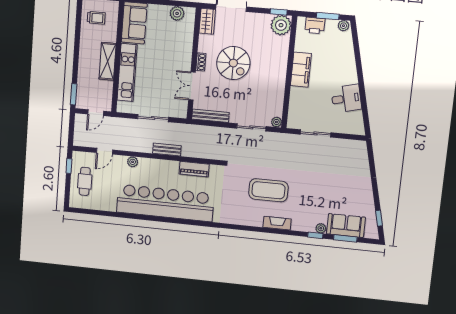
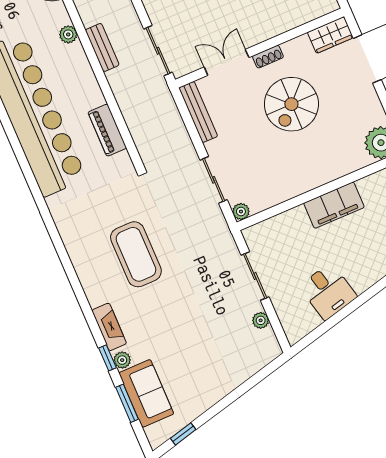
sliding door: (153, 118) -> (158, 51), moved
plant: (341, 144) -> (261, 320), added
bench: (167, 150) -> (102, 47), moved
fireplace: (277, 223) -> (109, 327), moved

